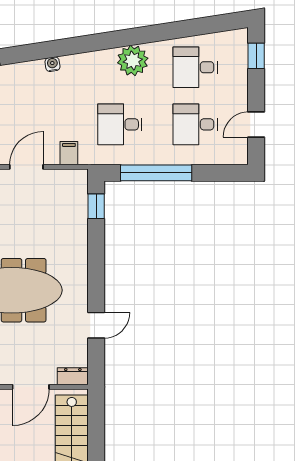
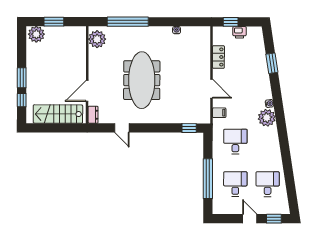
plant: (133, 61) -> (267, 118), moved
door: (256, 125) -> (250, 219), moved
window: (156, 173) -> (208, 179), moved
door: (31, 387) -> (87, 91), hinge flipped

